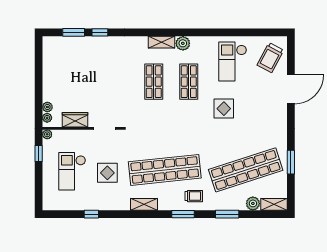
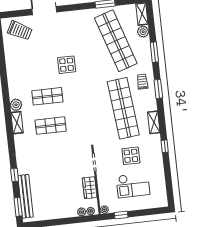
window: (74, 32) -> (18, 207), moved
bench: (73, 43) -> (26, 196), added
checkout: (233, 61) -> (26, 62), removed
window: (91, 214) -> (165, 146), moved

